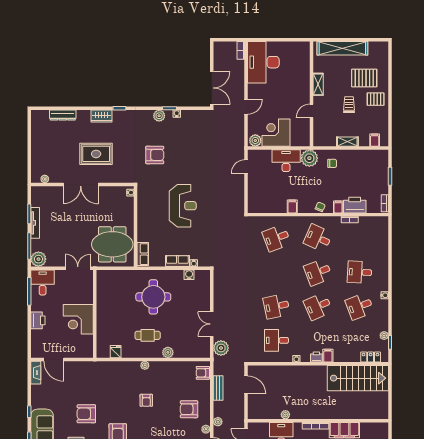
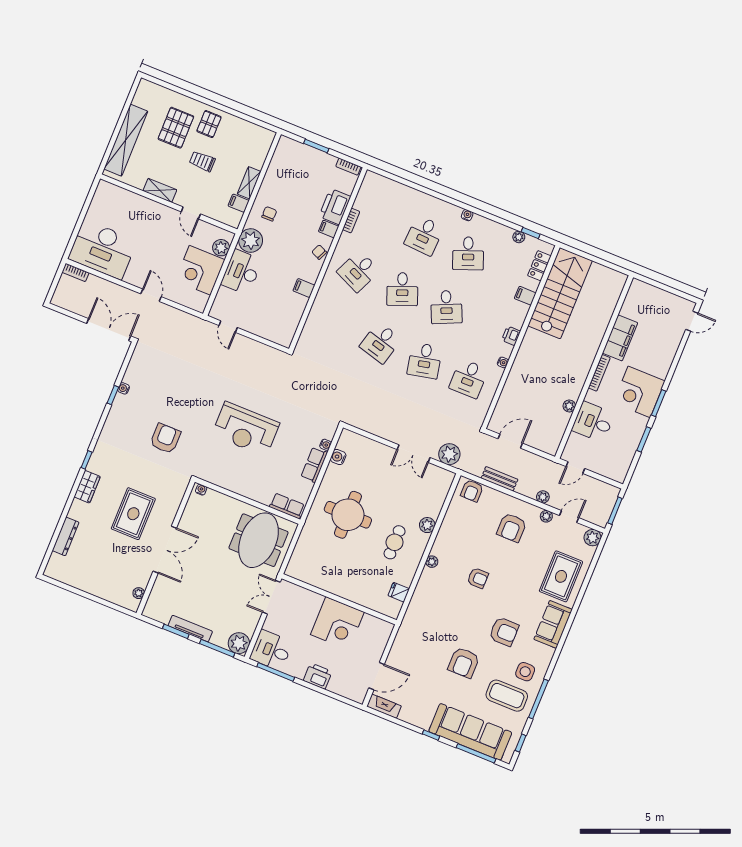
plant: (159, 116) -> (117, 412), removed
plant: (255, 140) -> (221, 248), moved
filing cabinet: (375, 140) -> (239, 203), moved
reception desk: (183, 206) -> (246, 429), turned 180
desk: (276, 238) -> (381, 343), moved, turned 36
filing cabinet: (328, 356) -> (525, 296), moved

